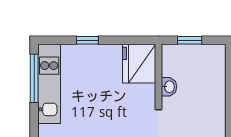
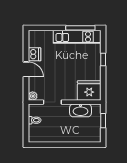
washbasin: (169, 87) -> (80, 110), width x1.91, depth x1.45

